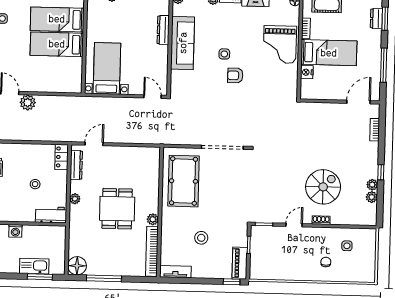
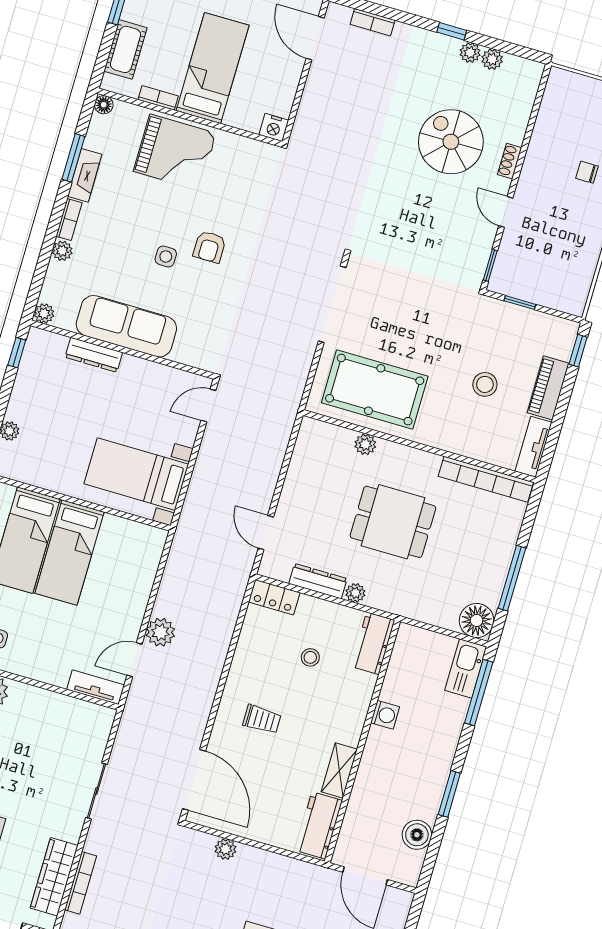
nightstand: (307, 72) -> (274, 128), moved
dresser: (76, 165) -> (318, 581), moved
plant: (153, 219) -> (365, 444), moved
side table: (347, 246) -> (568, 127), removed
piano: (240, 263) -> (548, 388), moved, turned 90
kitchen sink: (34, 266) -> (466, 669), moved
window: (40, 277) -> (479, 693), width x1.44

